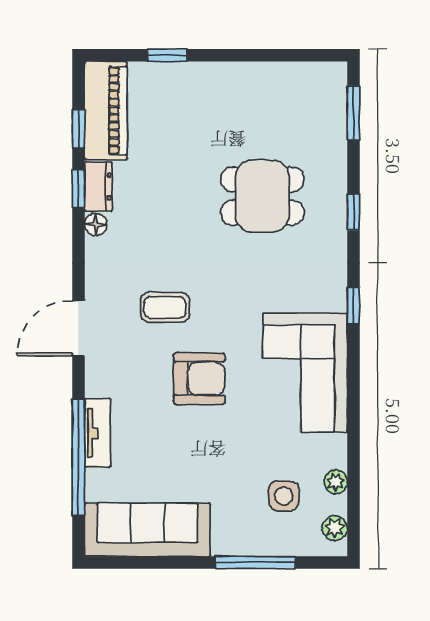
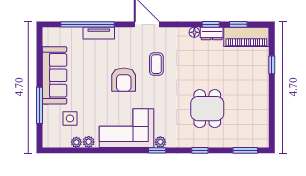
plant: (335, 299) -> (160, 142), added
plant: (335, 528) -> (89, 142), moved
sofa: (147, 530) -> (54, 75), moved

